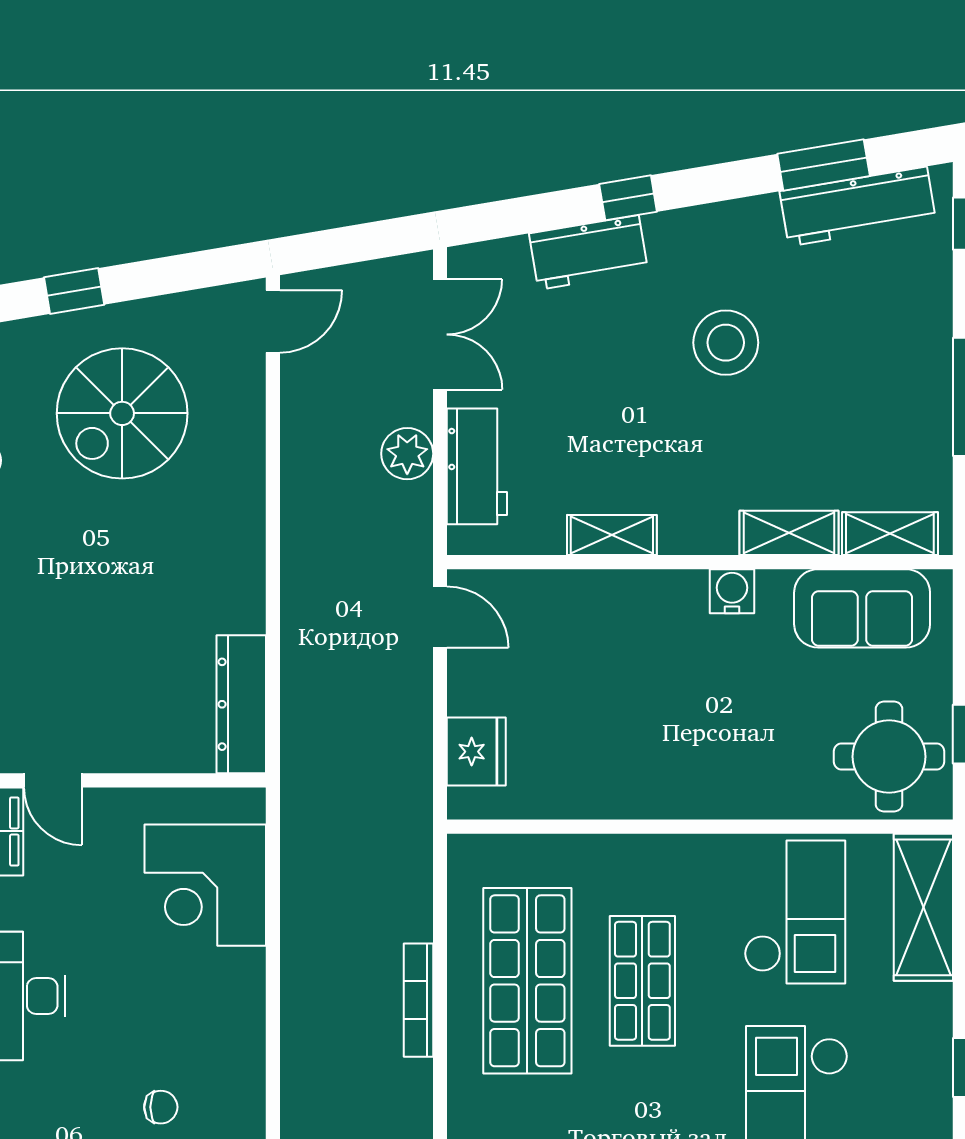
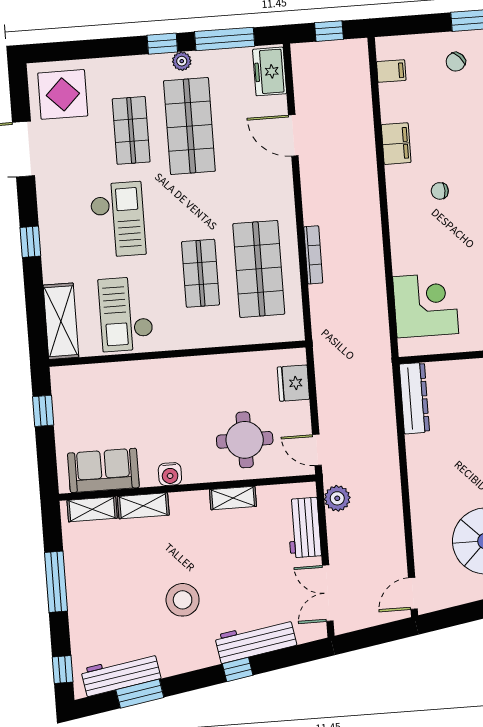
workbench: (588, 252) -> (256, 640), width x1.38
plant: (407, 454) -> (337, 498), moved
round table: (889, 757) -> (245, 440), moved

